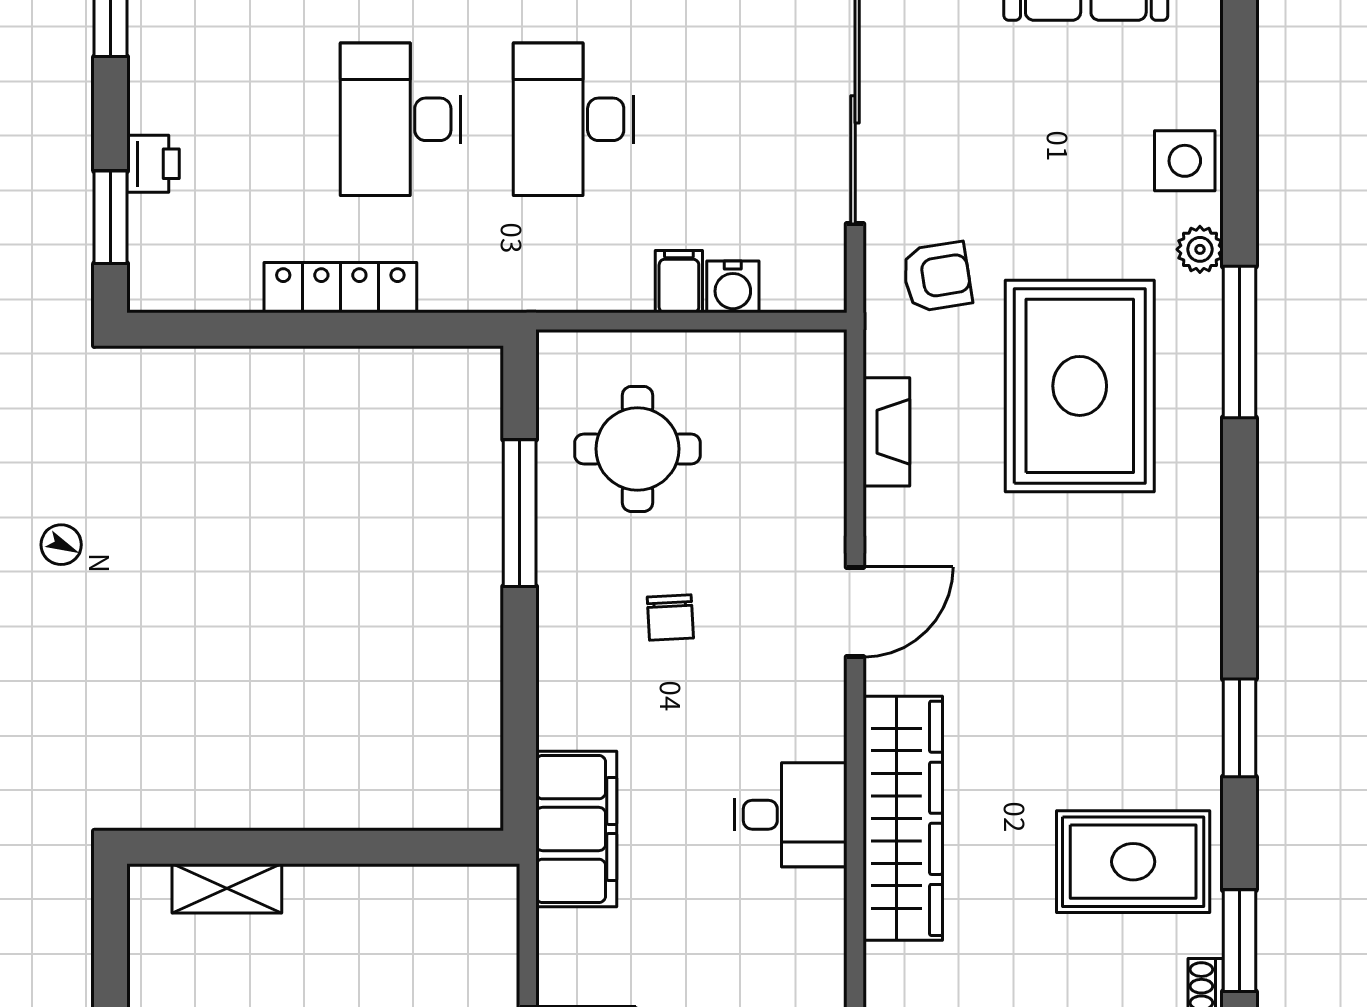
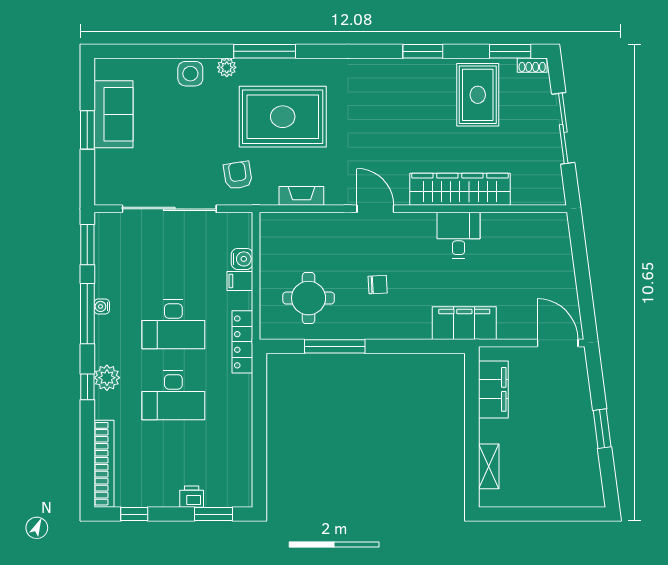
locker: (340, 288) -> (242, 342), moved
filing cabinet: (415, 900) -> (493, 389), added

